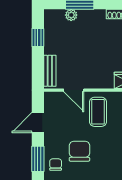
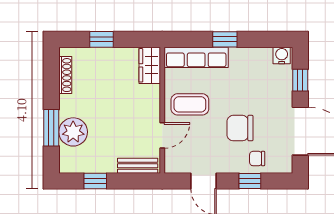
plant: (71, 15) -> (73, 132), width x1.87, depth x1.87
window: (38, 159) -> (250, 181), width x0.67

